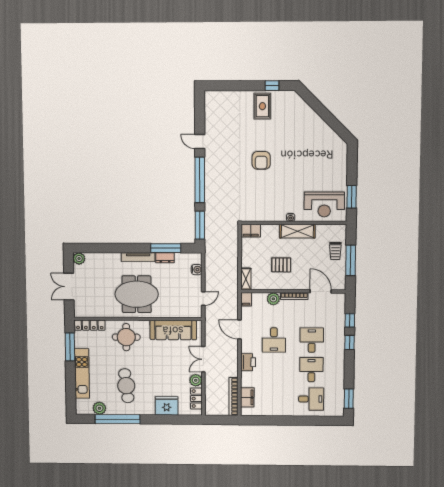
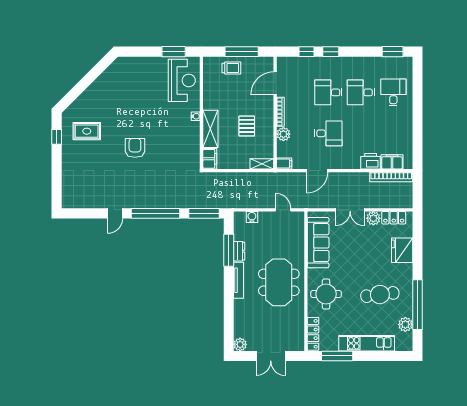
rug: (262, 106) -> (87, 131), moved
armchair: (261, 160) -> (135, 148), turned -90
shelving: (297, 231) -> (210, 129), moved
printer: (248, 362) -> (371, 161), moved

